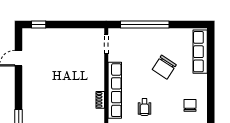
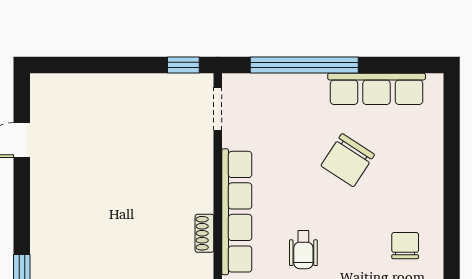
window: (39, 25) -> (183, 65), moved
row of seats: (200, 52) -> (377, 89), moved, turned -90

